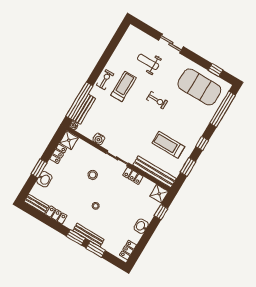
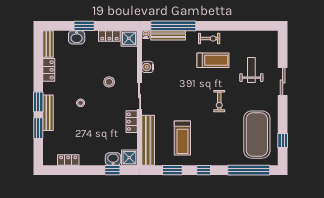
treadmill: (168, 145) -> (182, 138), turned 180
washbasin: (141, 226) -> (113, 159), moved
locker: (128, 250) -> (68, 160), moved

